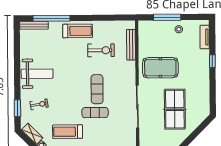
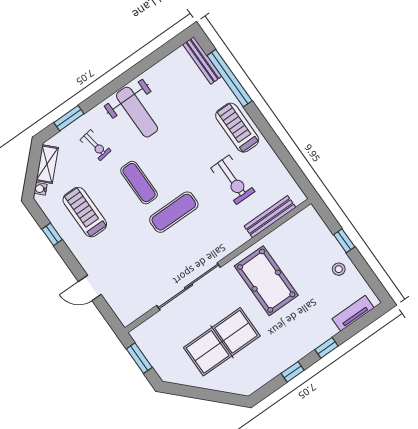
window: (167, 17) -> (344, 241), width x0.46
treadmill: (78, 31) -> (237, 128), turned 180
window: (213, 85) -> (293, 372), added
exercise mat: (95, 113) -> (139, 183), moved

